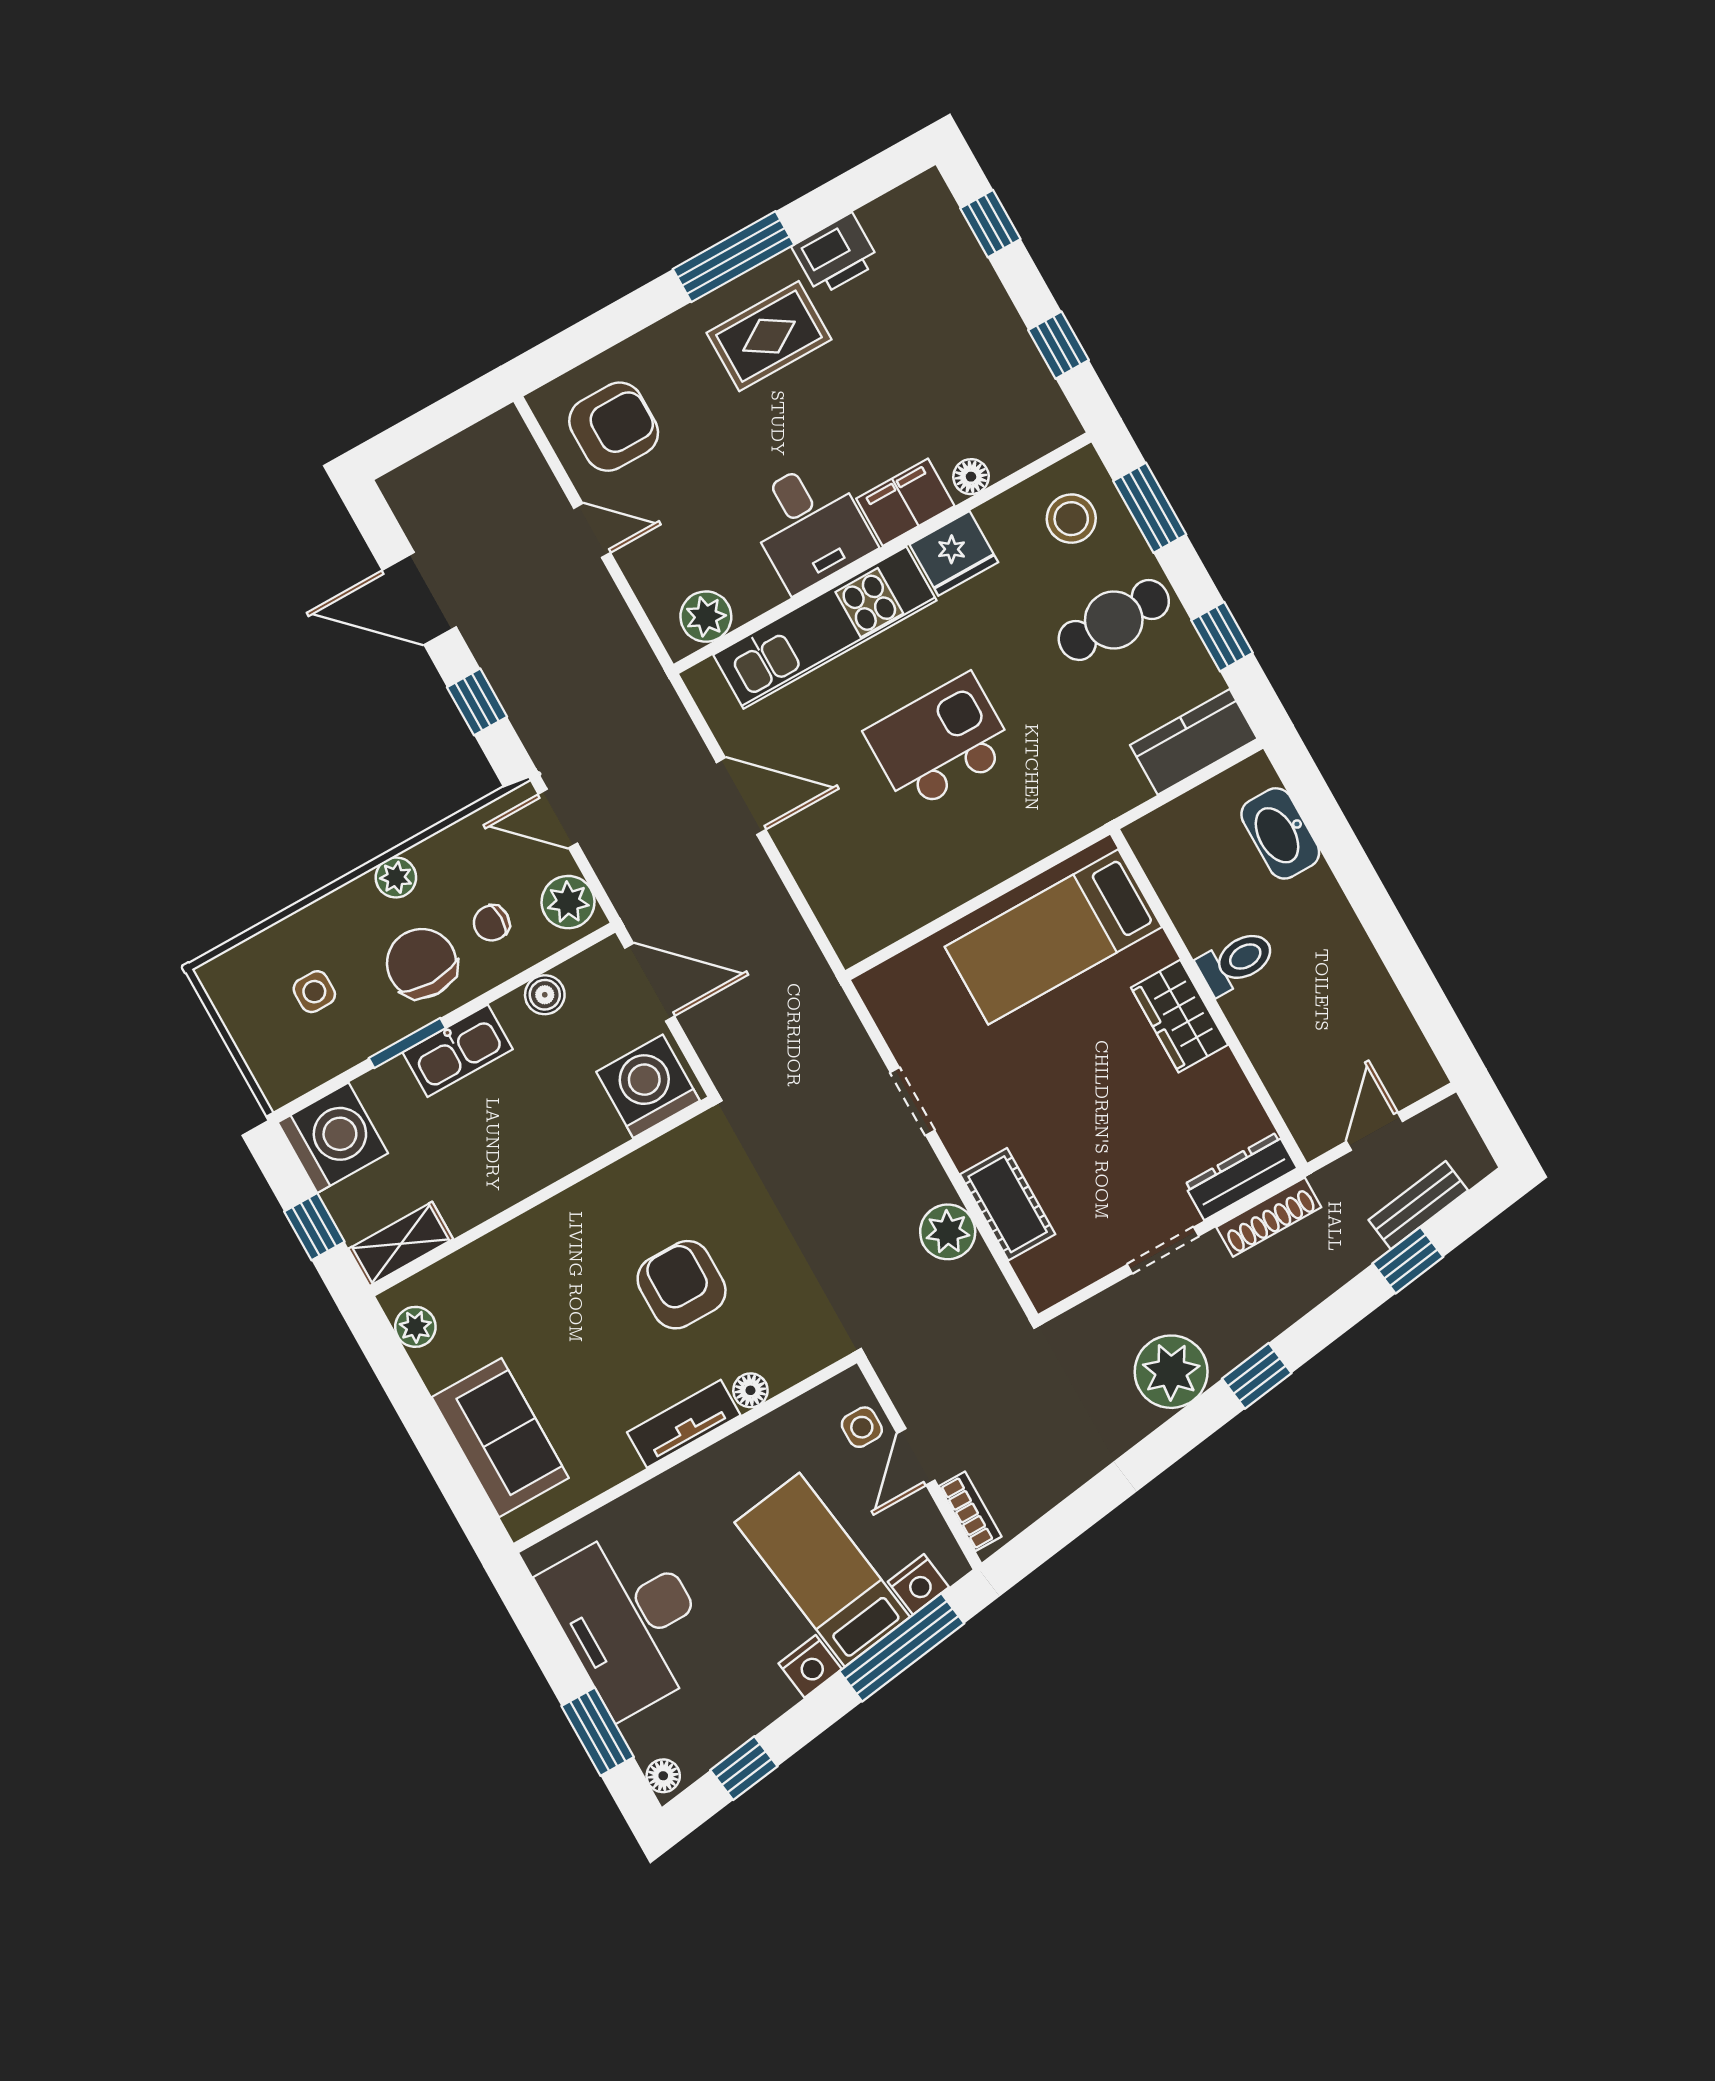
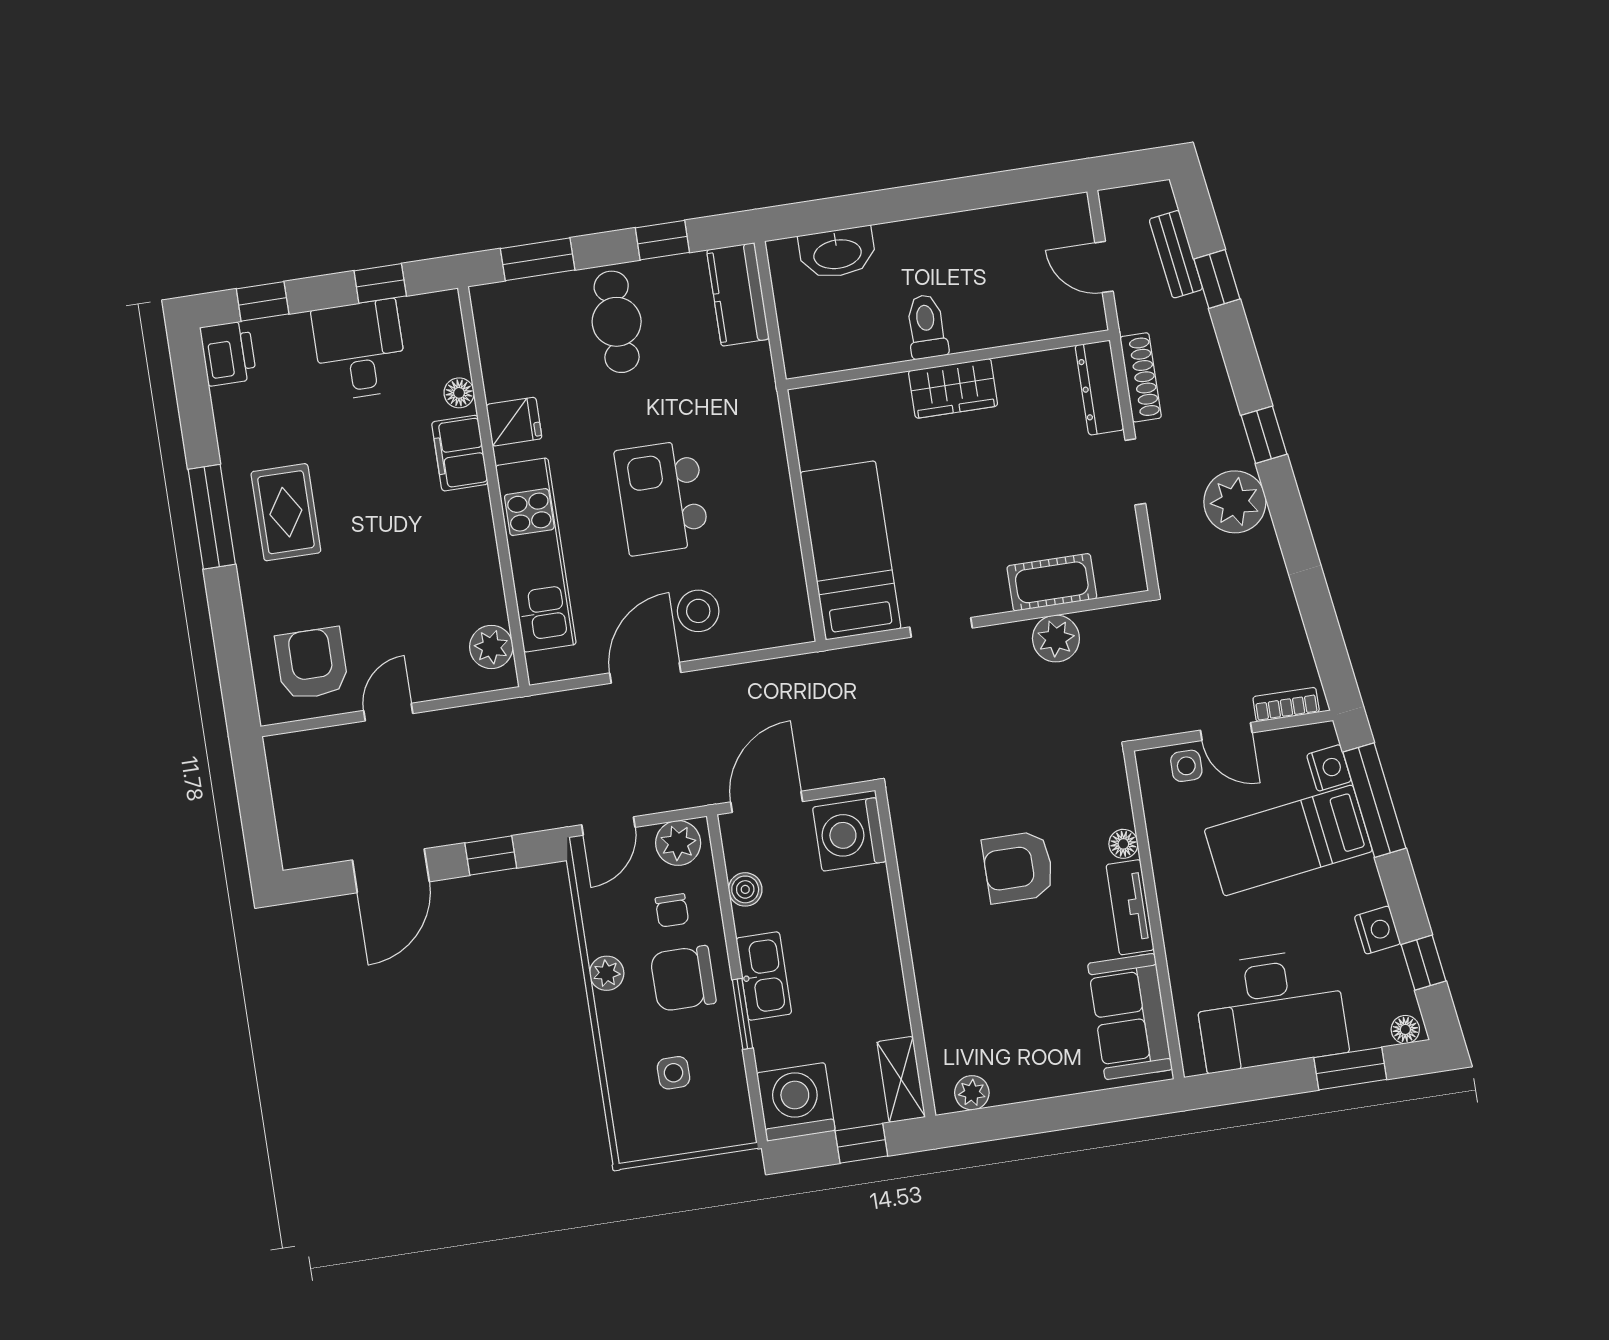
printer: (836, 254) -> (228, 353), moved
stool: (1071, 519) -> (698, 611), moved
desk: (809, 525) -> (360, 350), moved, turned -90
fridge: (954, 553) -> (514, 422), width x0.72
bed: (1053, 937) -> (850, 550), moved, turned 180
sofa: (500, 1438) -> (1130, 1017), moved, turned -90
nightstand: (810, 1666) -> (1377, 930), moved

